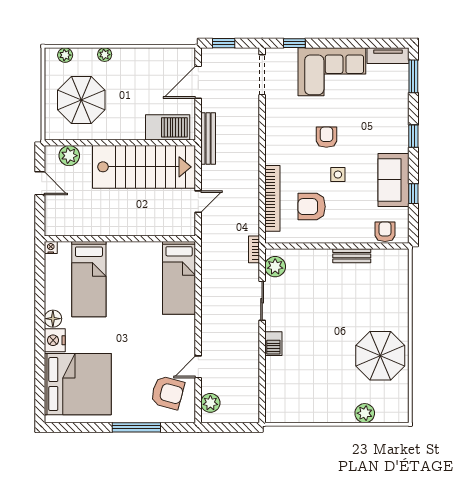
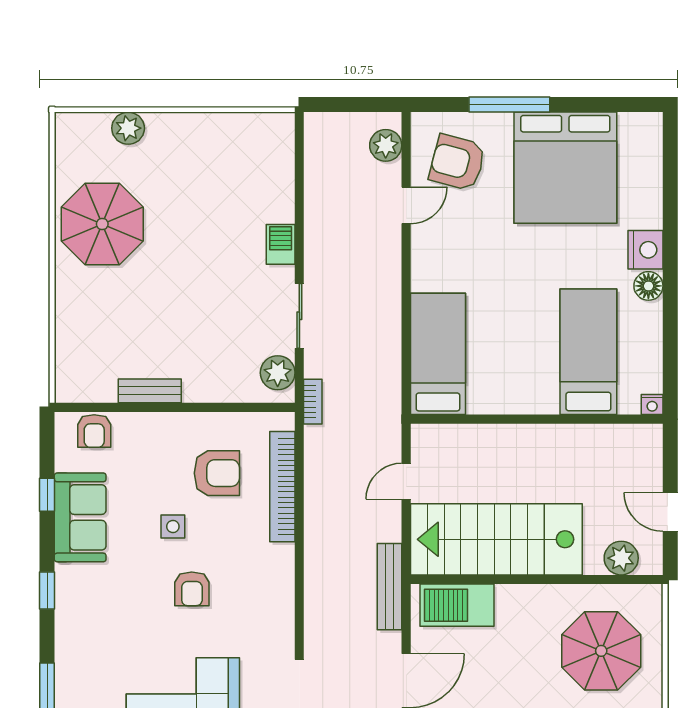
bed: (78, 384) -> (565, 168), moved, turned -90

